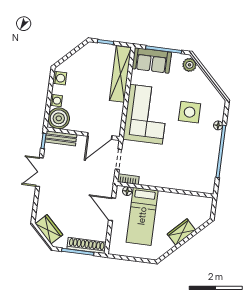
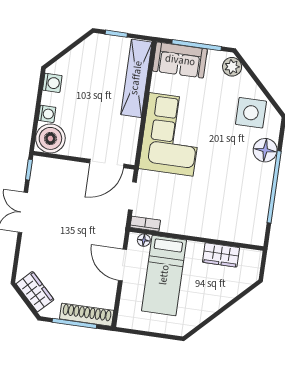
side table: (190, 112) -> (251, 113), moved
floor lamp: (218, 125) -> (265, 150), width x1.89, depth x1.89
bench: (61, 138) -> (53, 166), removed
wardrobe: (181, 232) -> (221, 255), moved, turned -135

